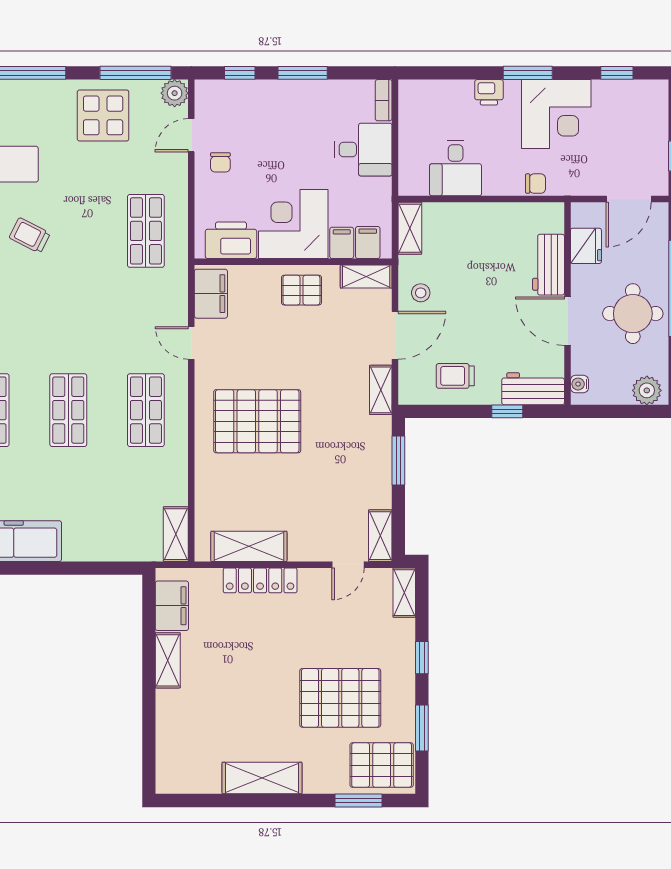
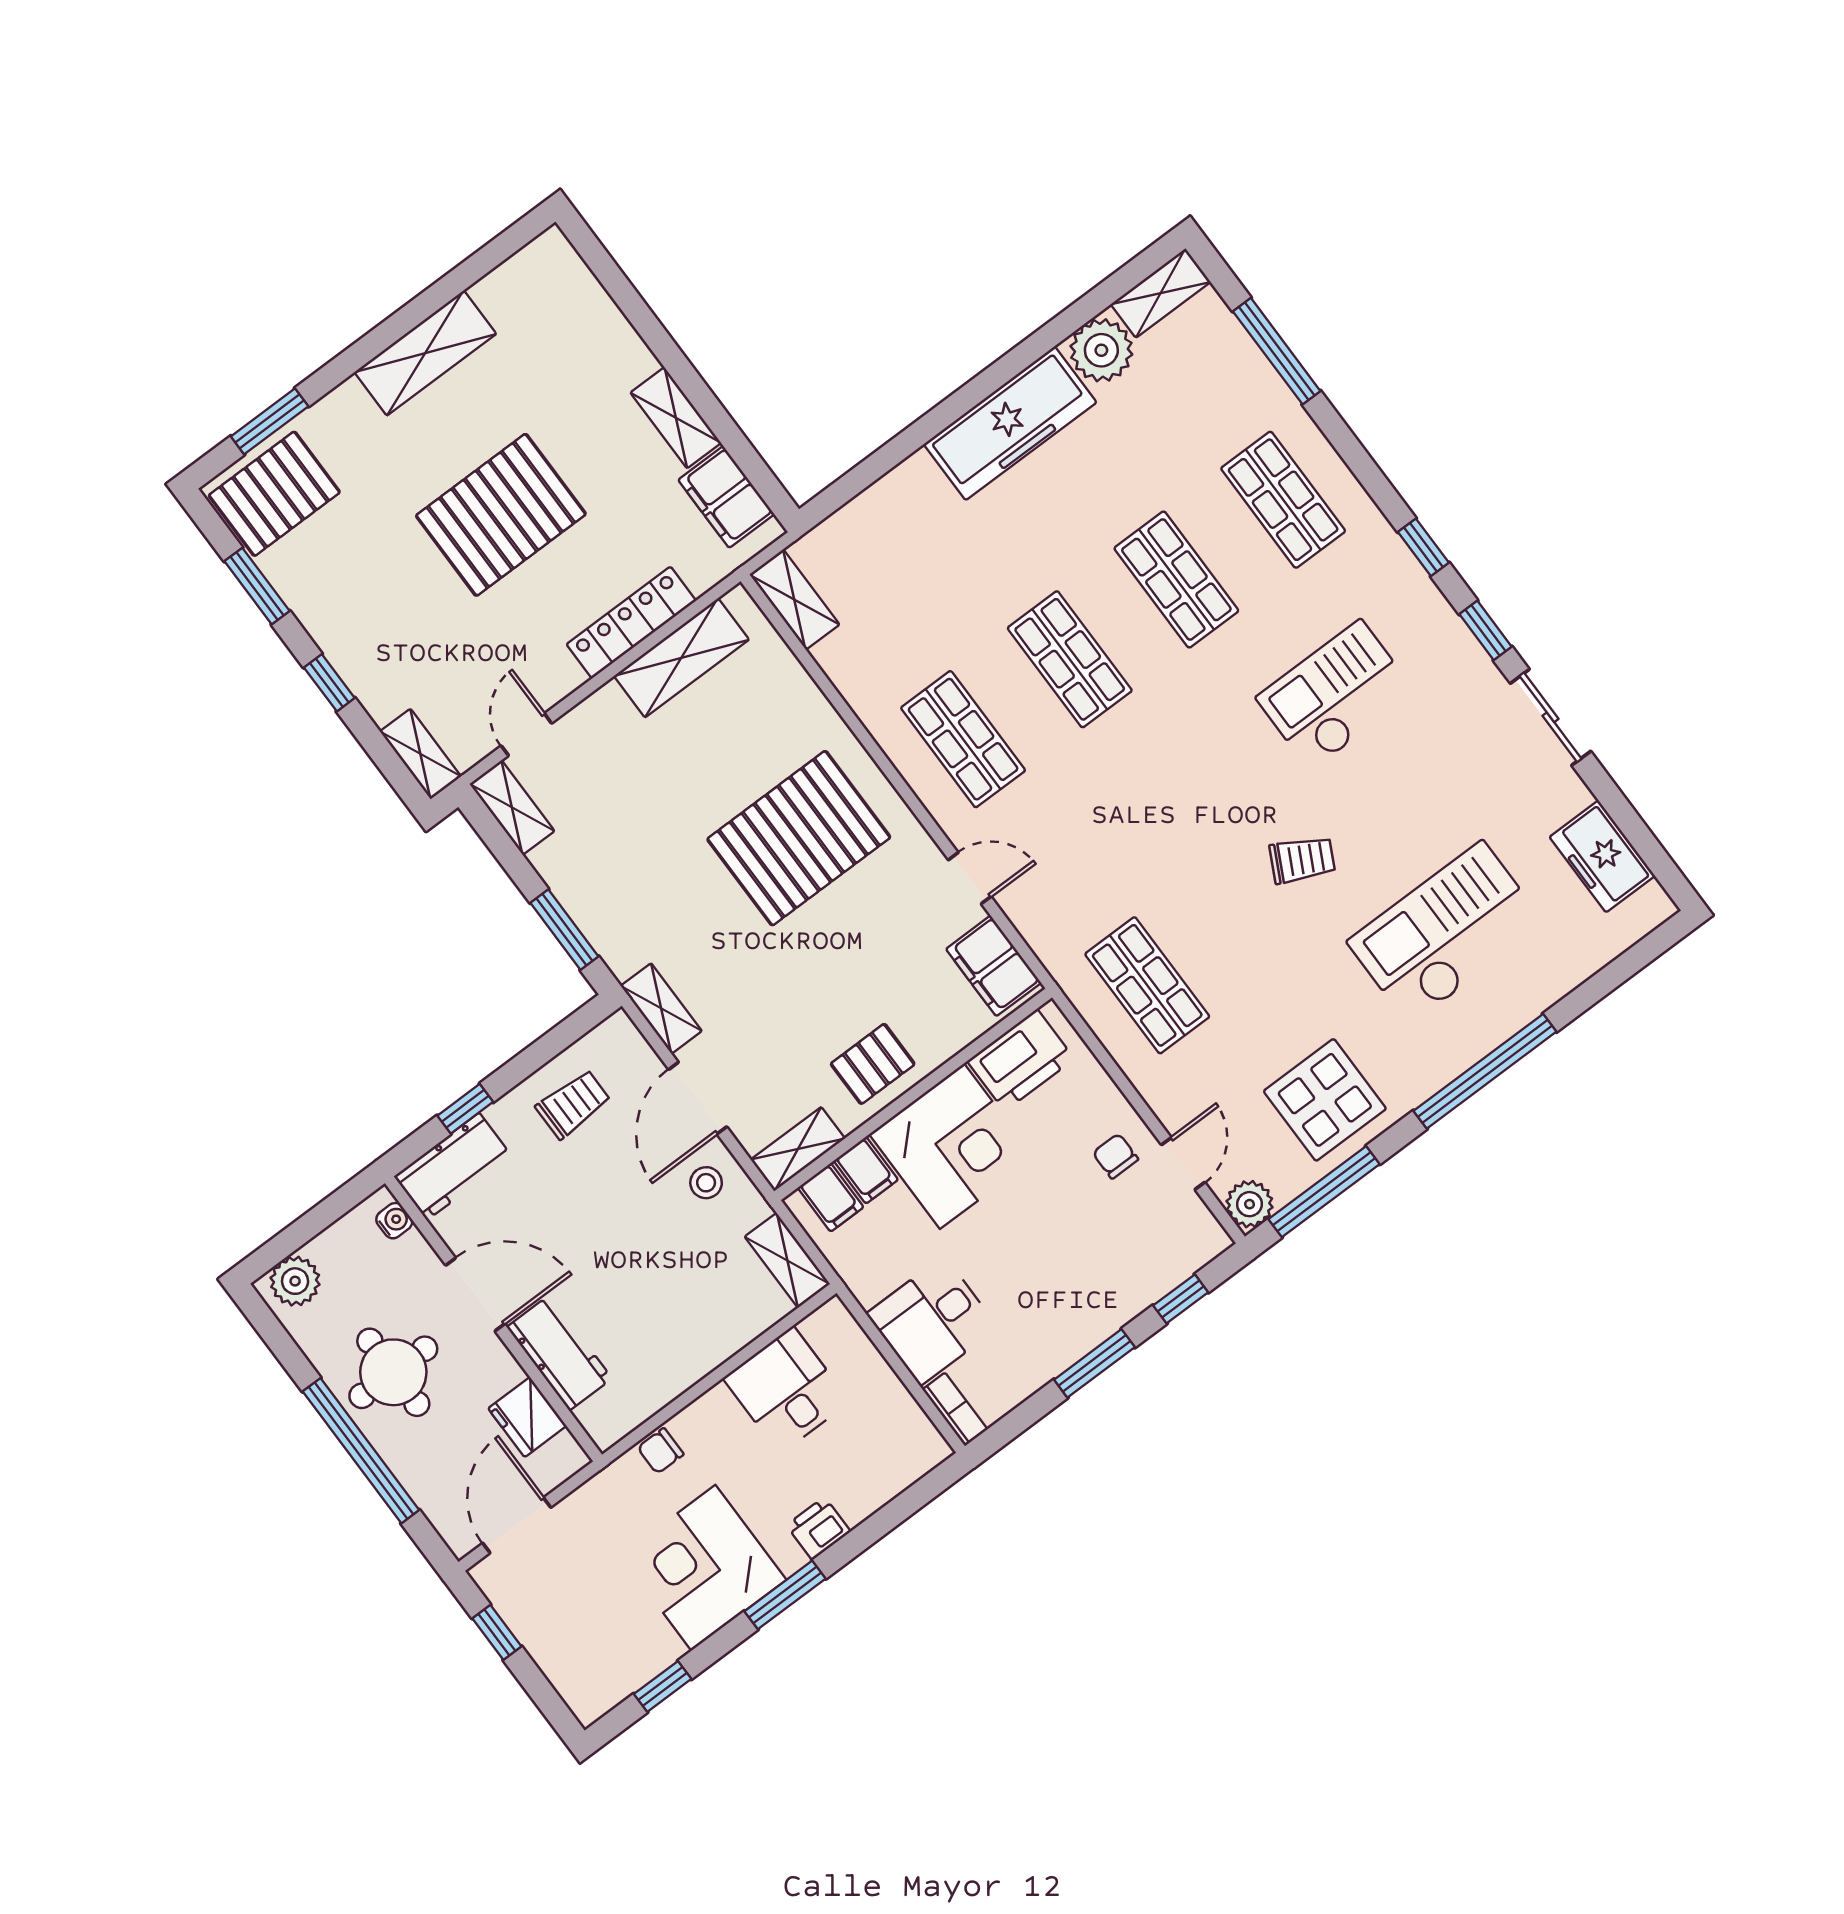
pallet: (340, 698) -> (501, 515), moved

